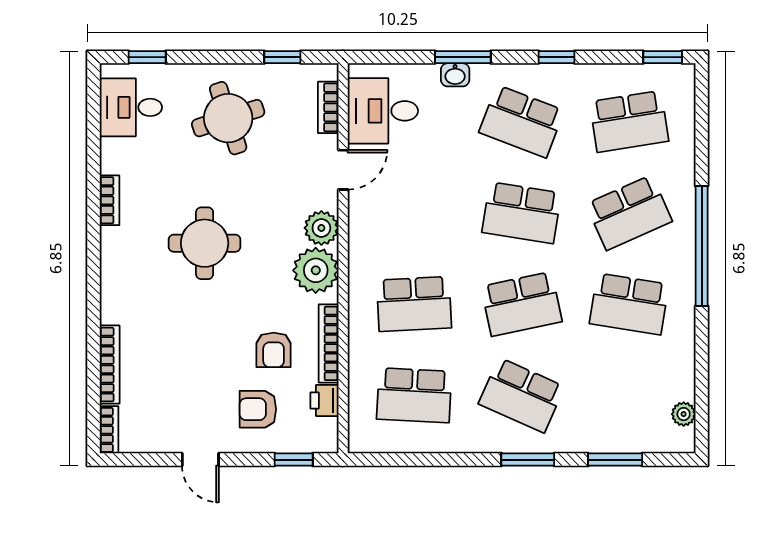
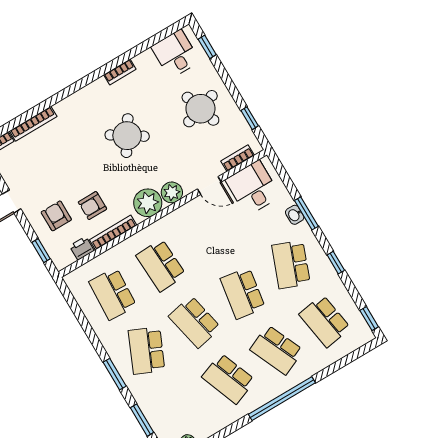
round table: (205, 243) -> (127, 136), turned 33
school desk: (629, 304) -> (228, 379), turned -30

